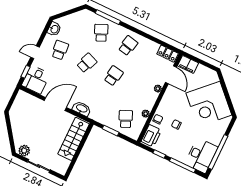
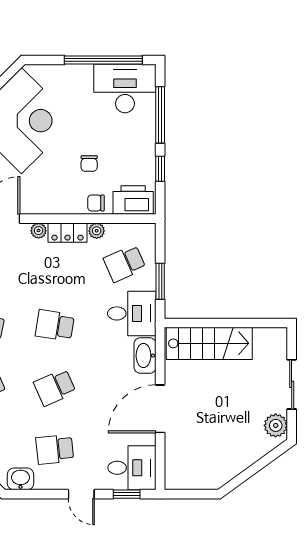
school desk: (87, 63) -> (55, 387), turned -45
locker: (151, 101) -> (67, 233), added
door: (55, 104) -> (160, 409), hinge flipped
desk: (103, 112) -> (132, 313), added

